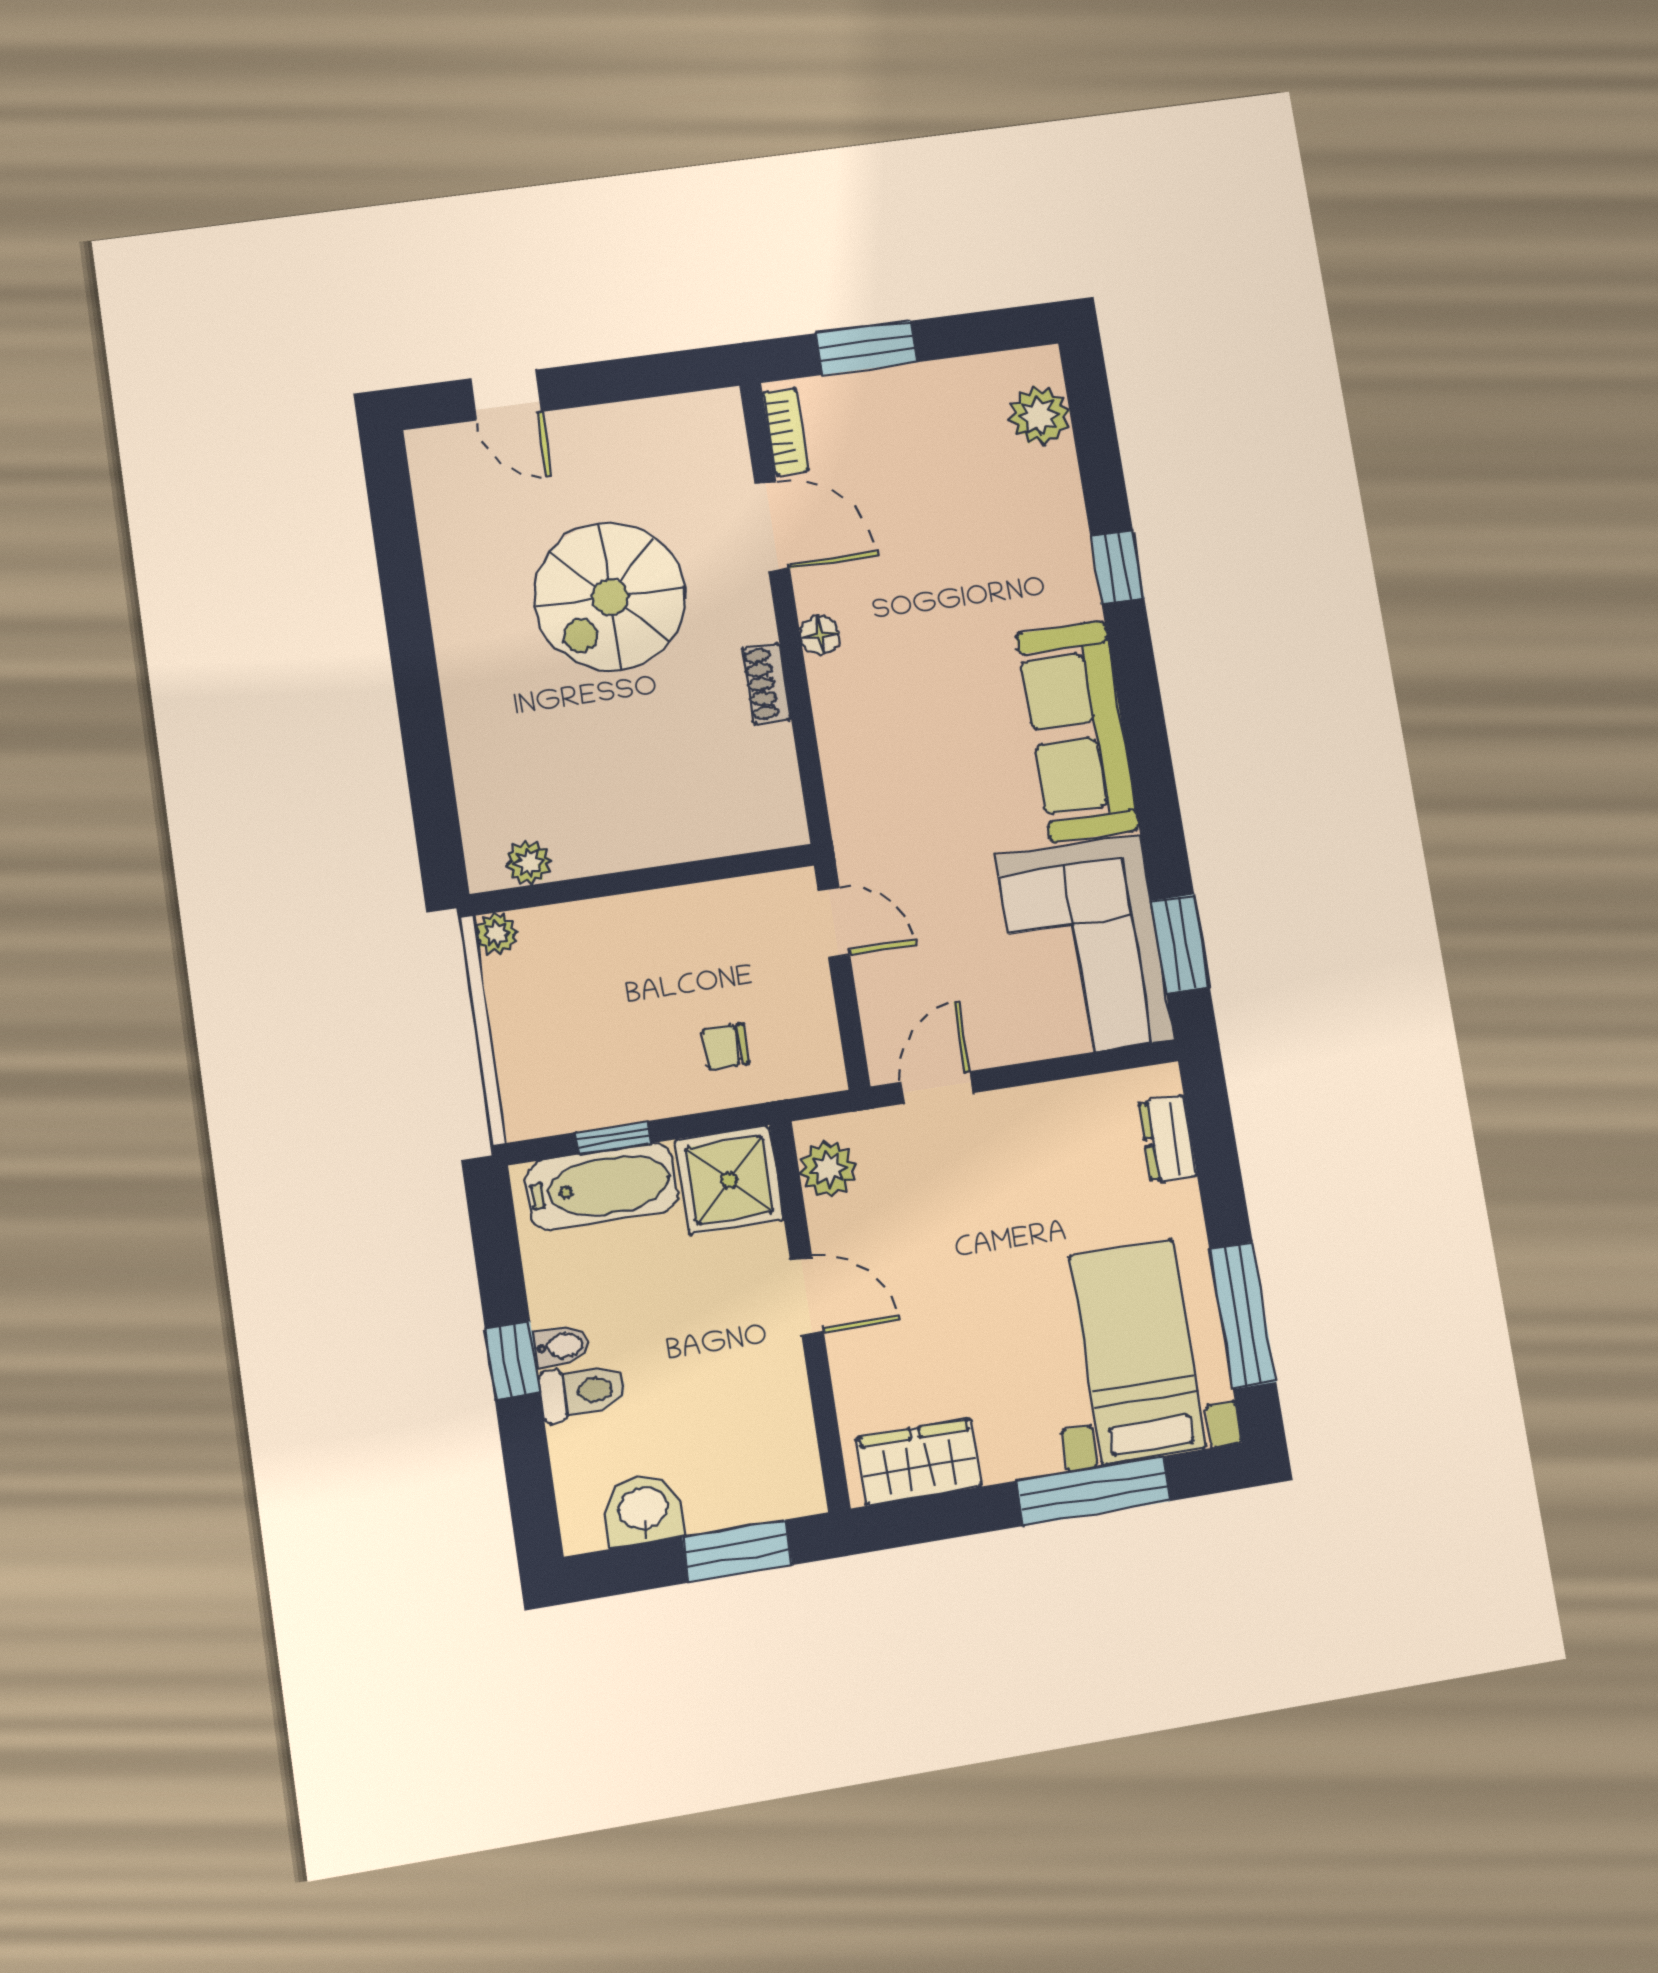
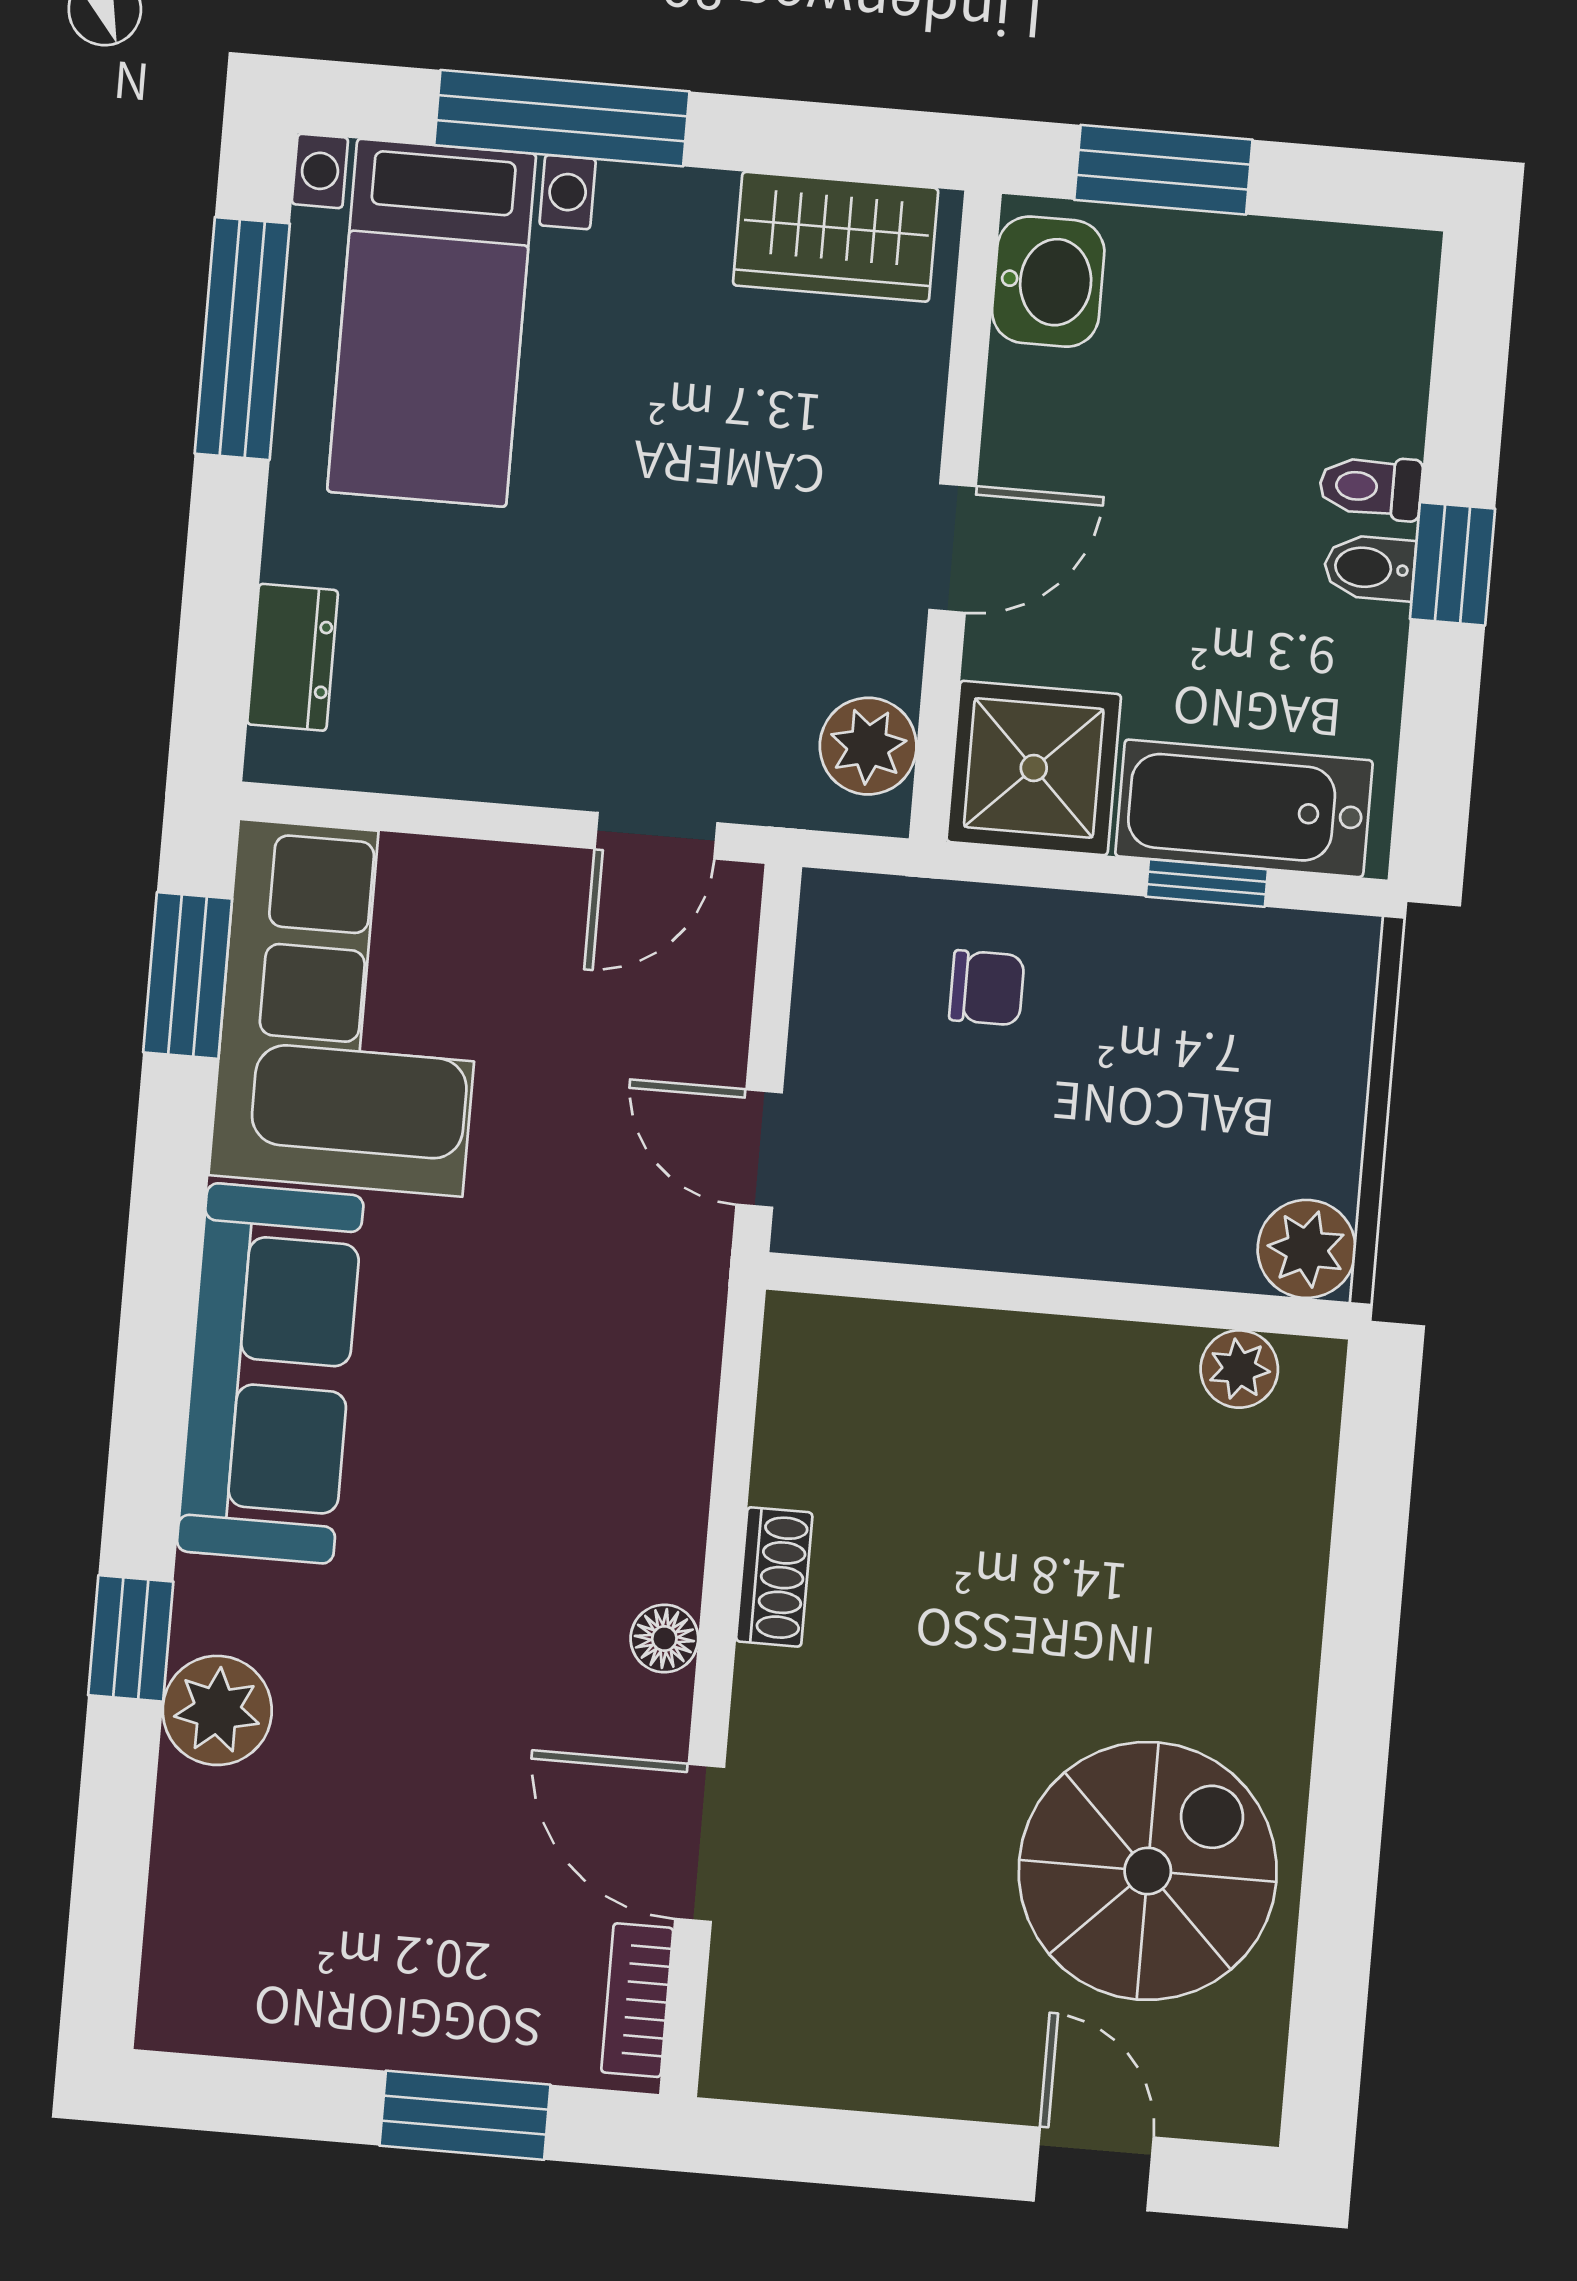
plant: (1039, 416) -> (217, 1710), moved
spiral stairs: (610, 597) -> (1148, 1871), moved
plant: (496, 934) -> (1307, 1249), width x1.38, depth x1.38
door: (807, 1296) -> (953, 548), swing flipped
toilet: (583, 1392) -> (1371, 487), width x0.73, depth x0.72
washbasin: (643, 1510) -> (1048, 282), moved, turned -90

